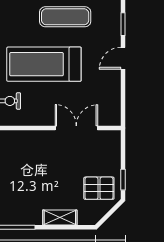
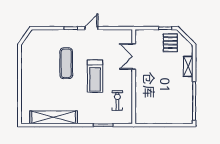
door: (123, 58) -> (91, 28), swing flipped
treadmill: (44, 64) -> (95, 76), width x0.73, depth x0.73

